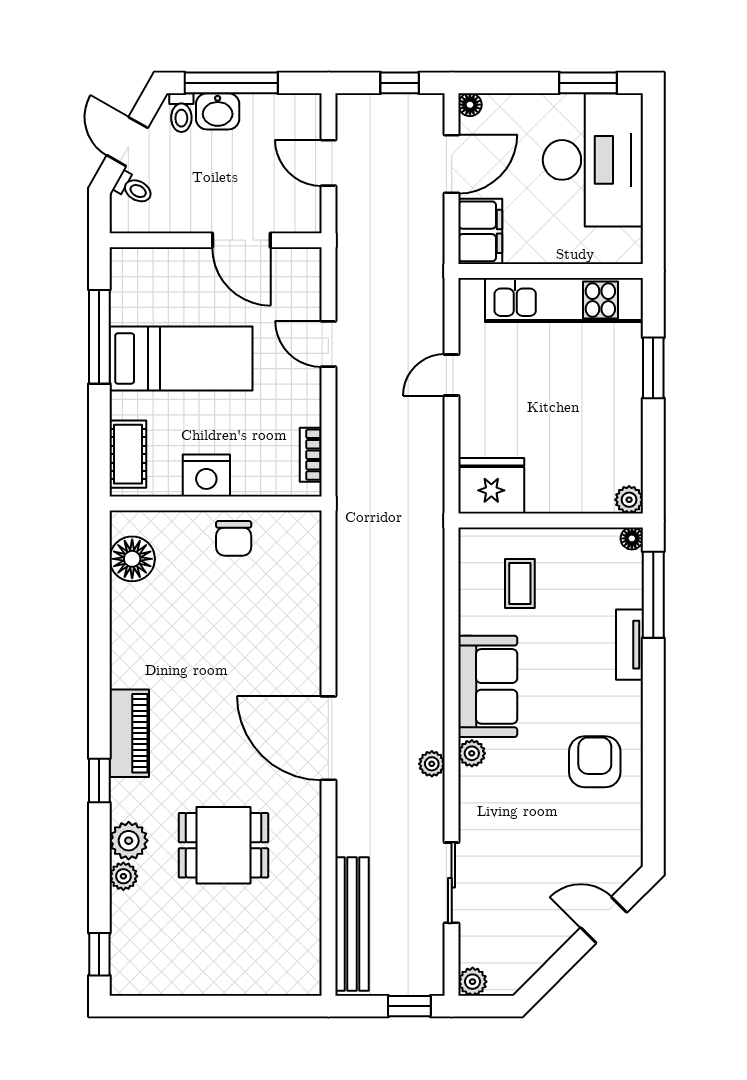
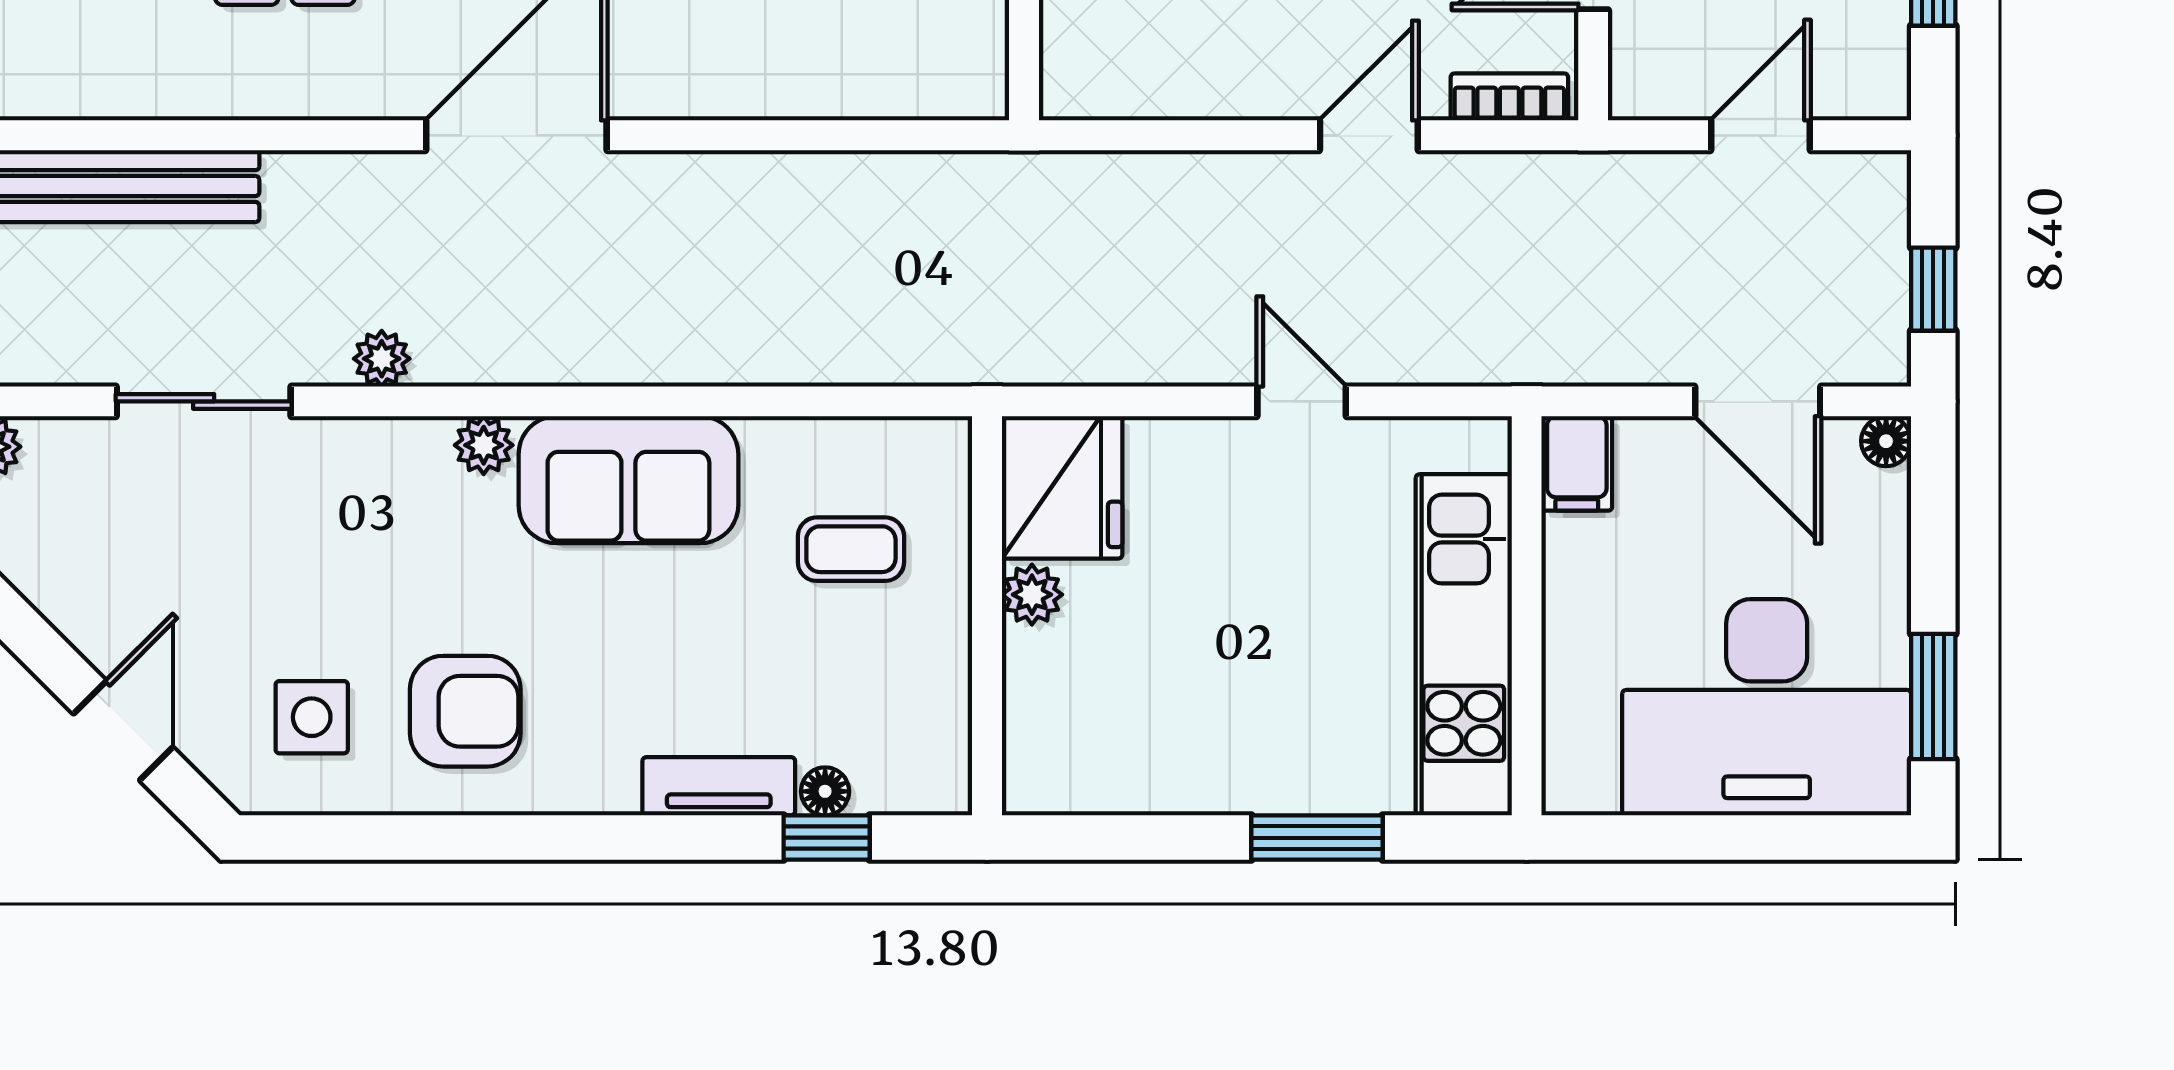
filing cabinet: (480, 231) -> (1577, 463), width x0.50
bookcase: (311, 455) -> (1509, 97), moved
plant: (629, 500) -> (1032, 595), moved
floor lamp: (632, 538) -> (825, 791), moved
window: (653, 595) -> (827, 838), width x0.46
plant: (432, 764) -> (382, 359), moved
side table: (598, 833) -> (312, 717), added

